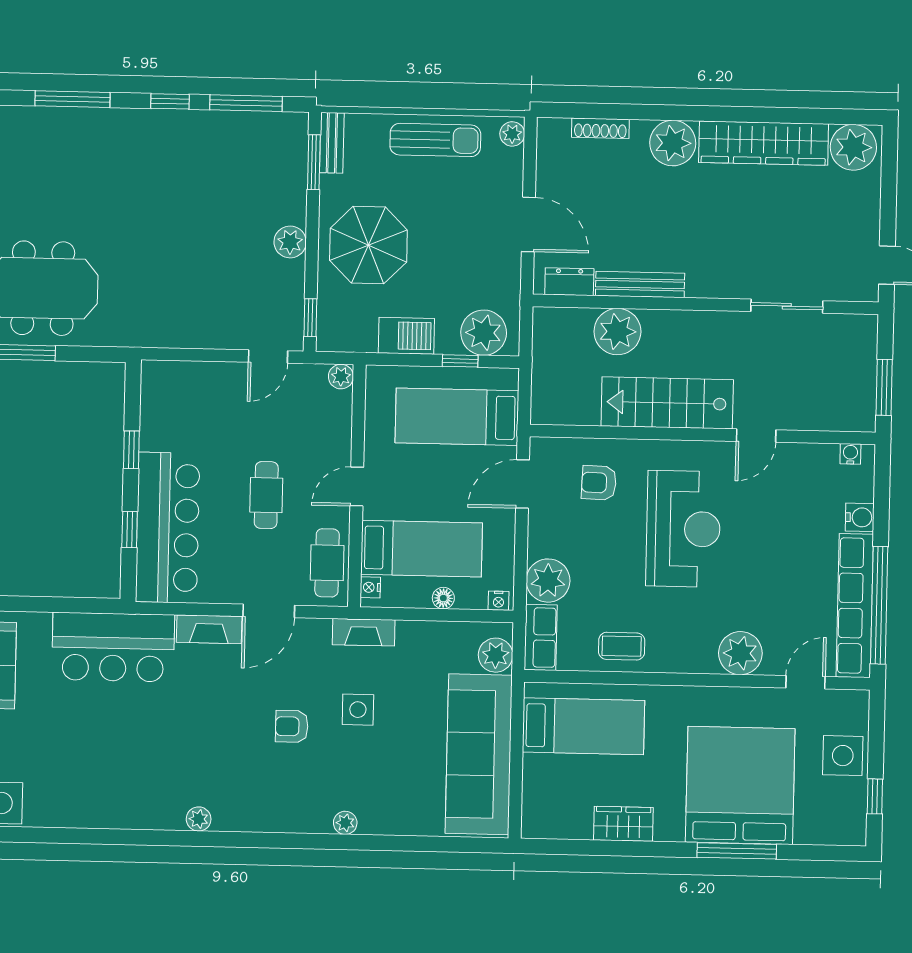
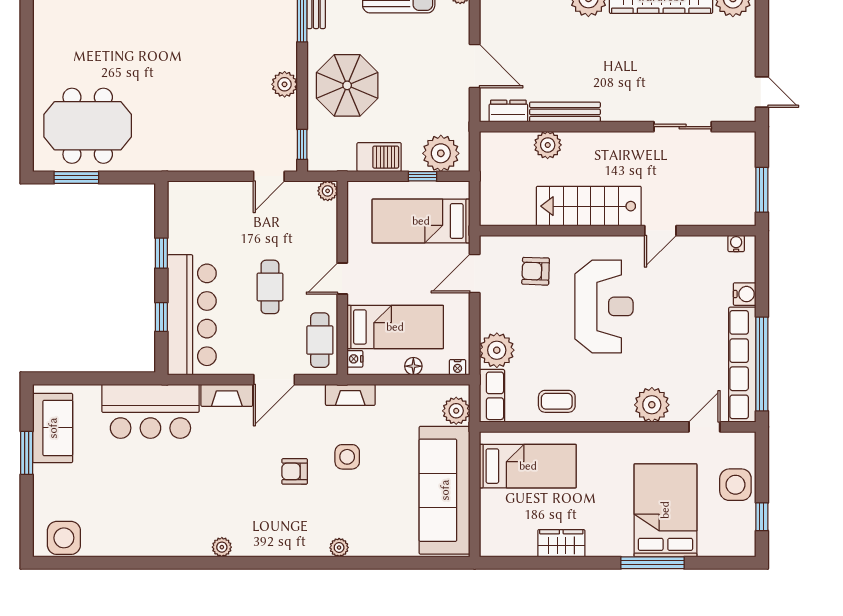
plant: (617, 332) -> (548, 145), width x0.73, depth x0.73
bed: (740, 785) -> (665, 510), width x0.73

